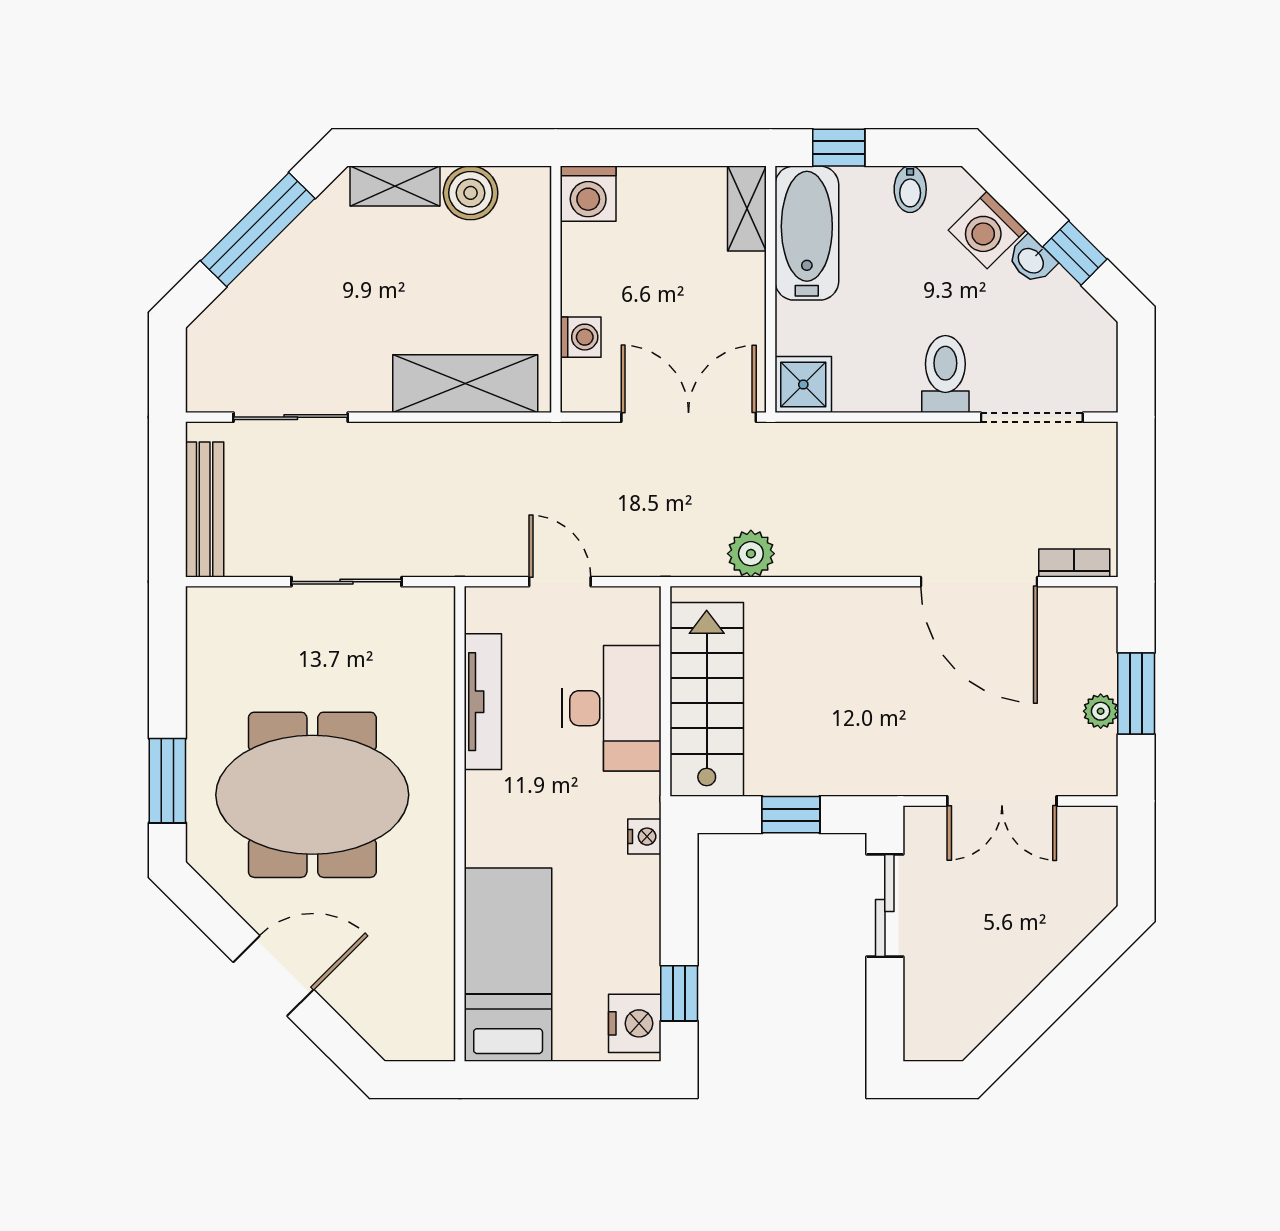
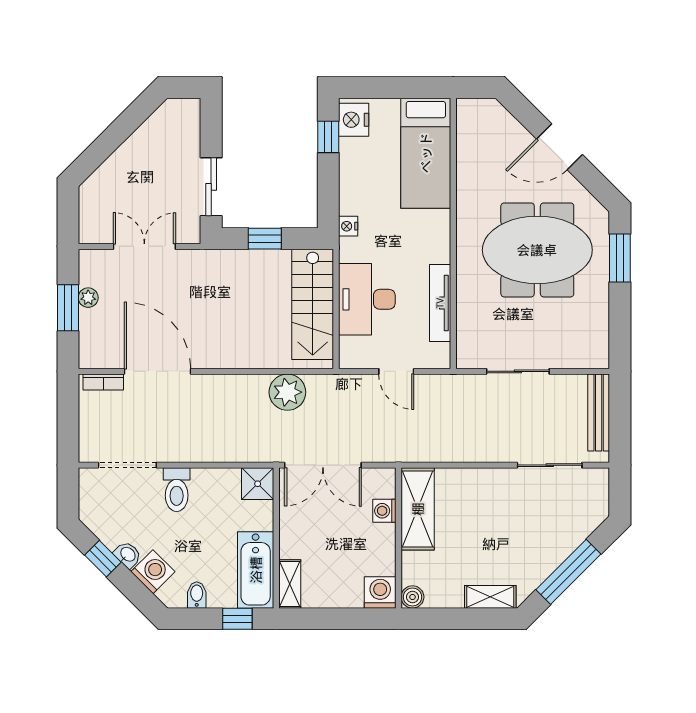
boiler: (471, 193) -> (412, 597), moved, width x0.73, depth x0.73
shelving: (465, 384) -> (418, 509), moved, turned 90
plant: (751, 554) -> (287, 392), width x1.36, depth x1.36

